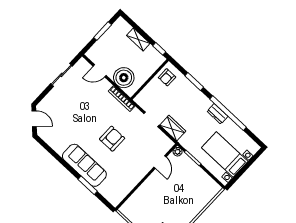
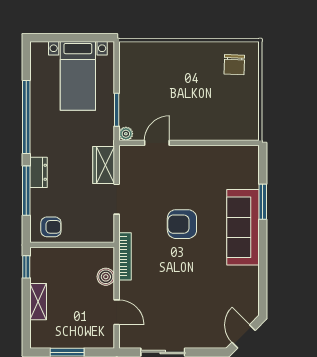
boiler: (124, 78) -> (106, 277), width x0.54, depth x0.54
window: (194, 82) -> (26, 191), width x1.44
dresser: (217, 114) -> (39, 172), moved

